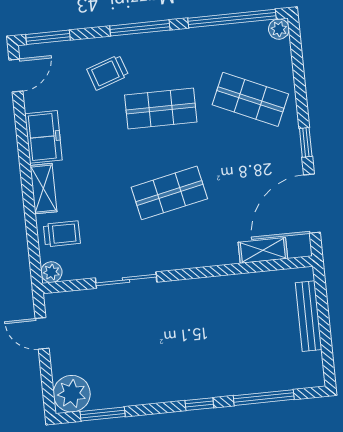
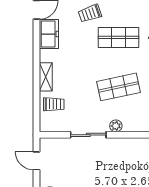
freezer: (43, 137) -> (49, 34), moved
plant: (51, 272) -> (116, 126), moved

